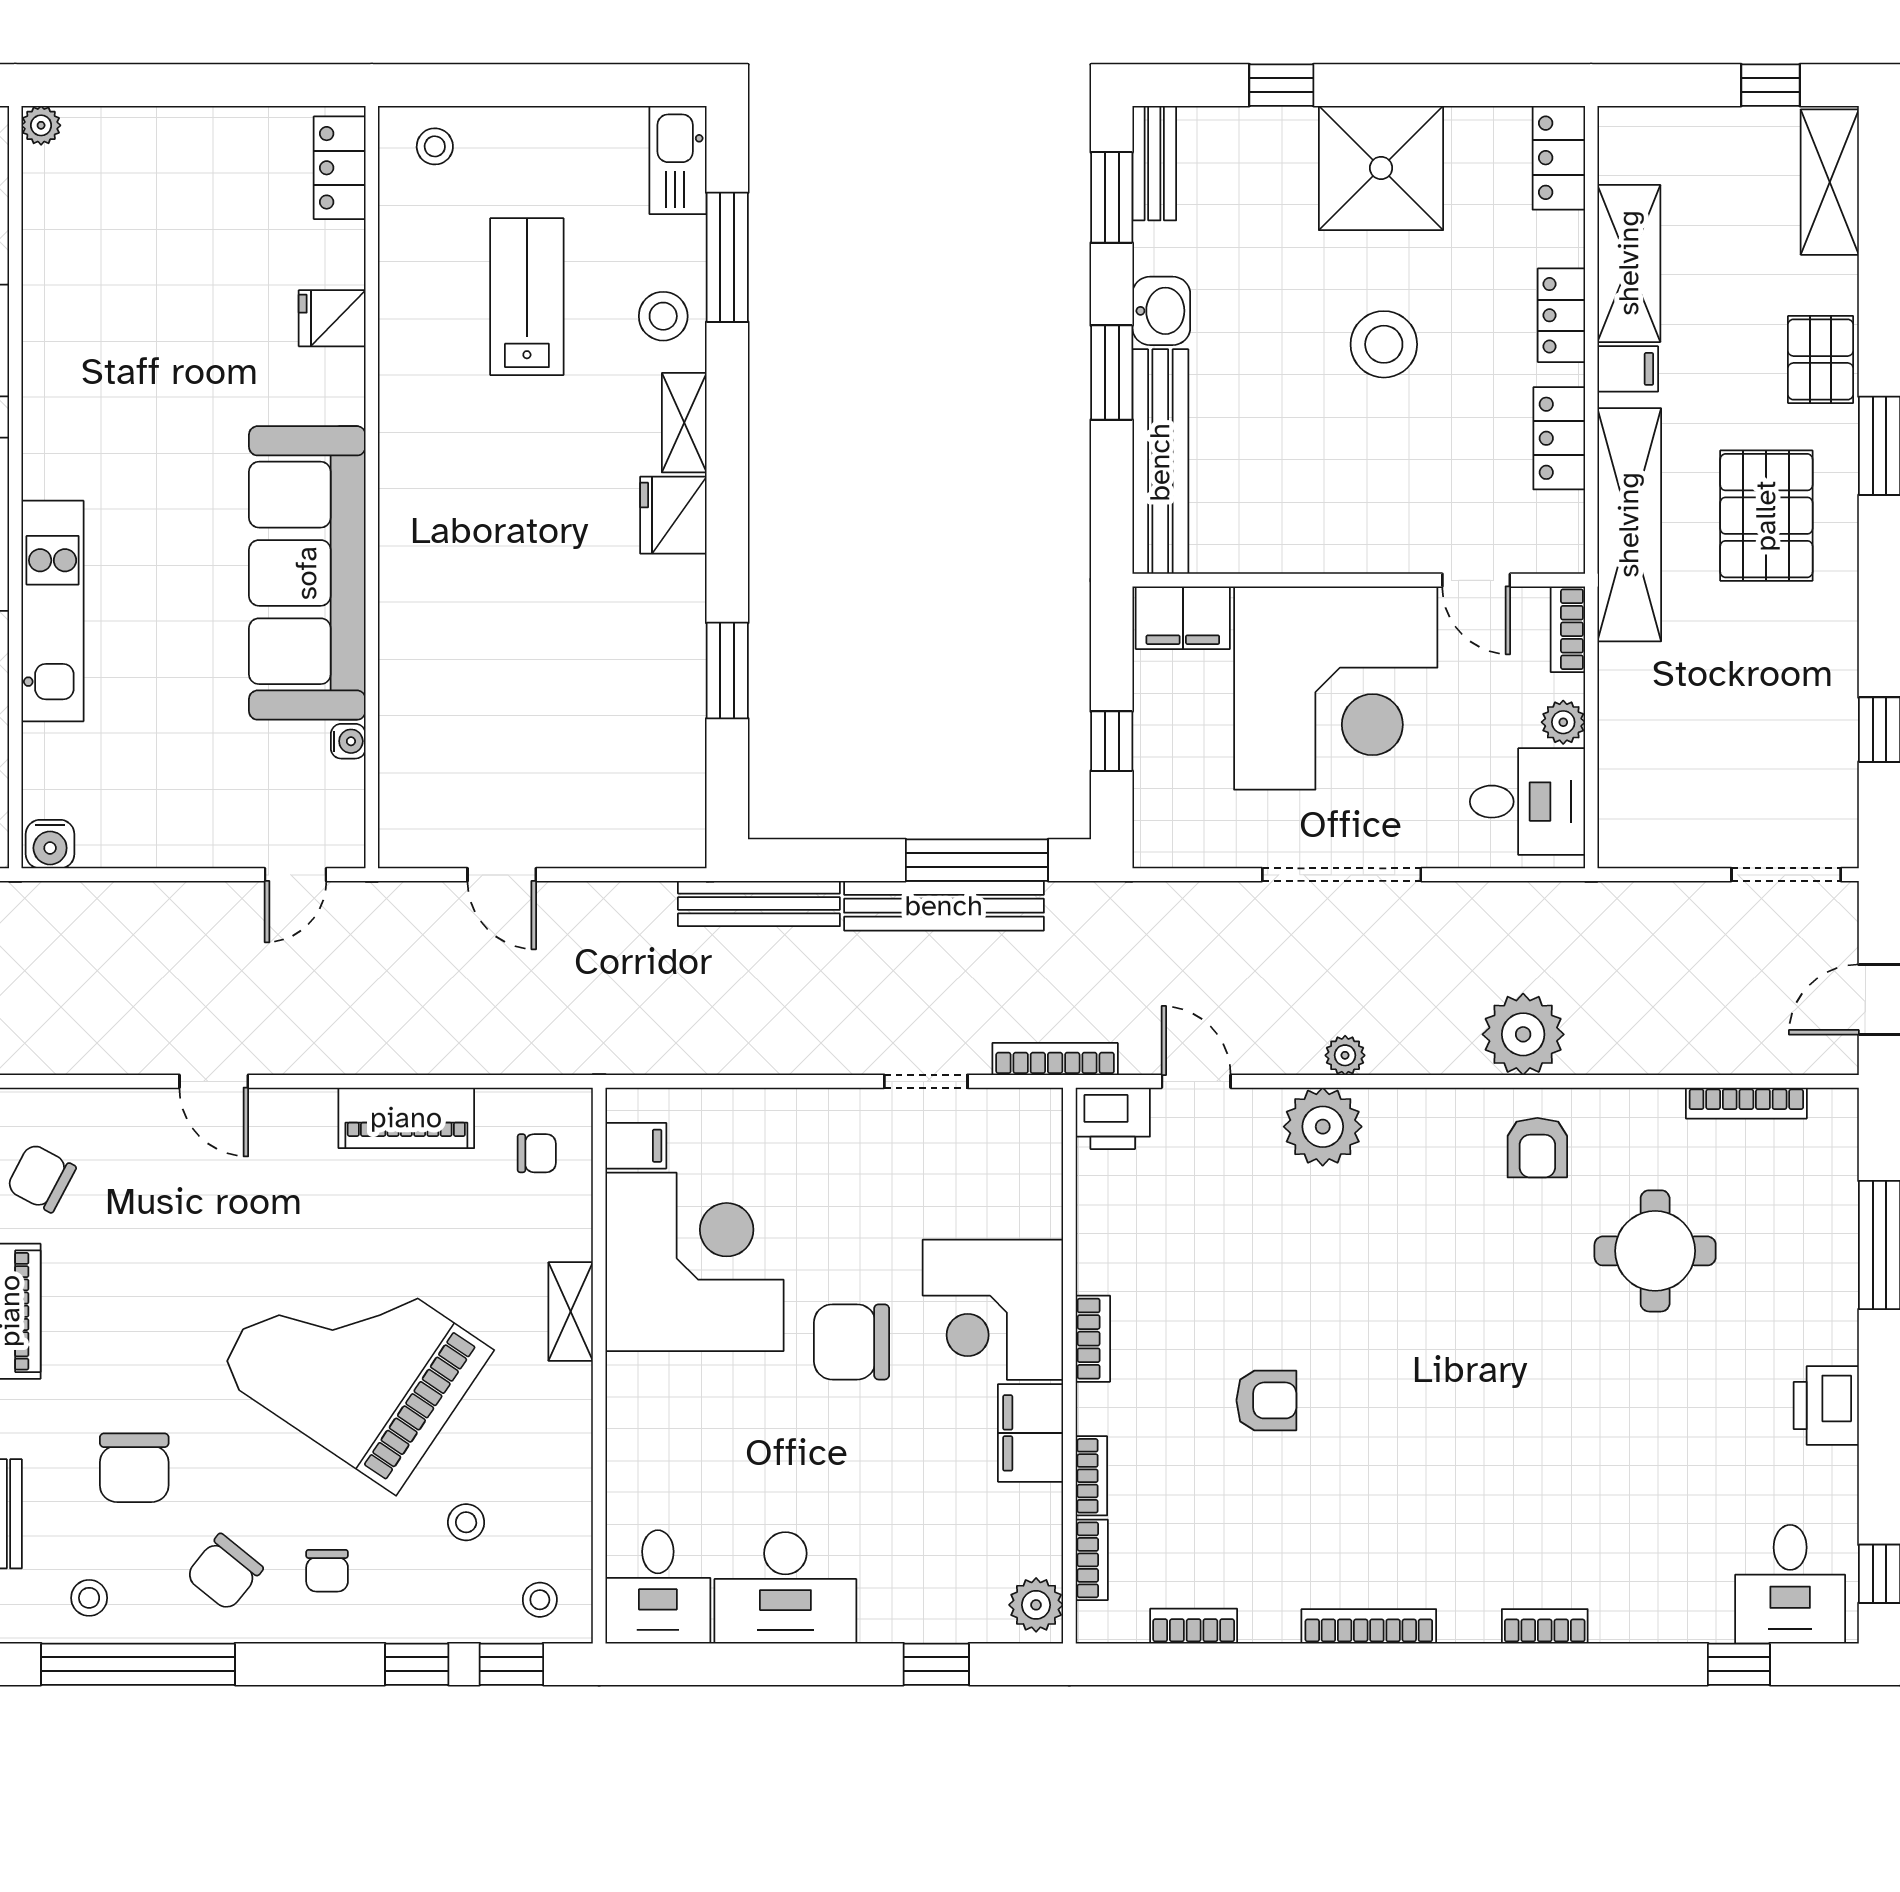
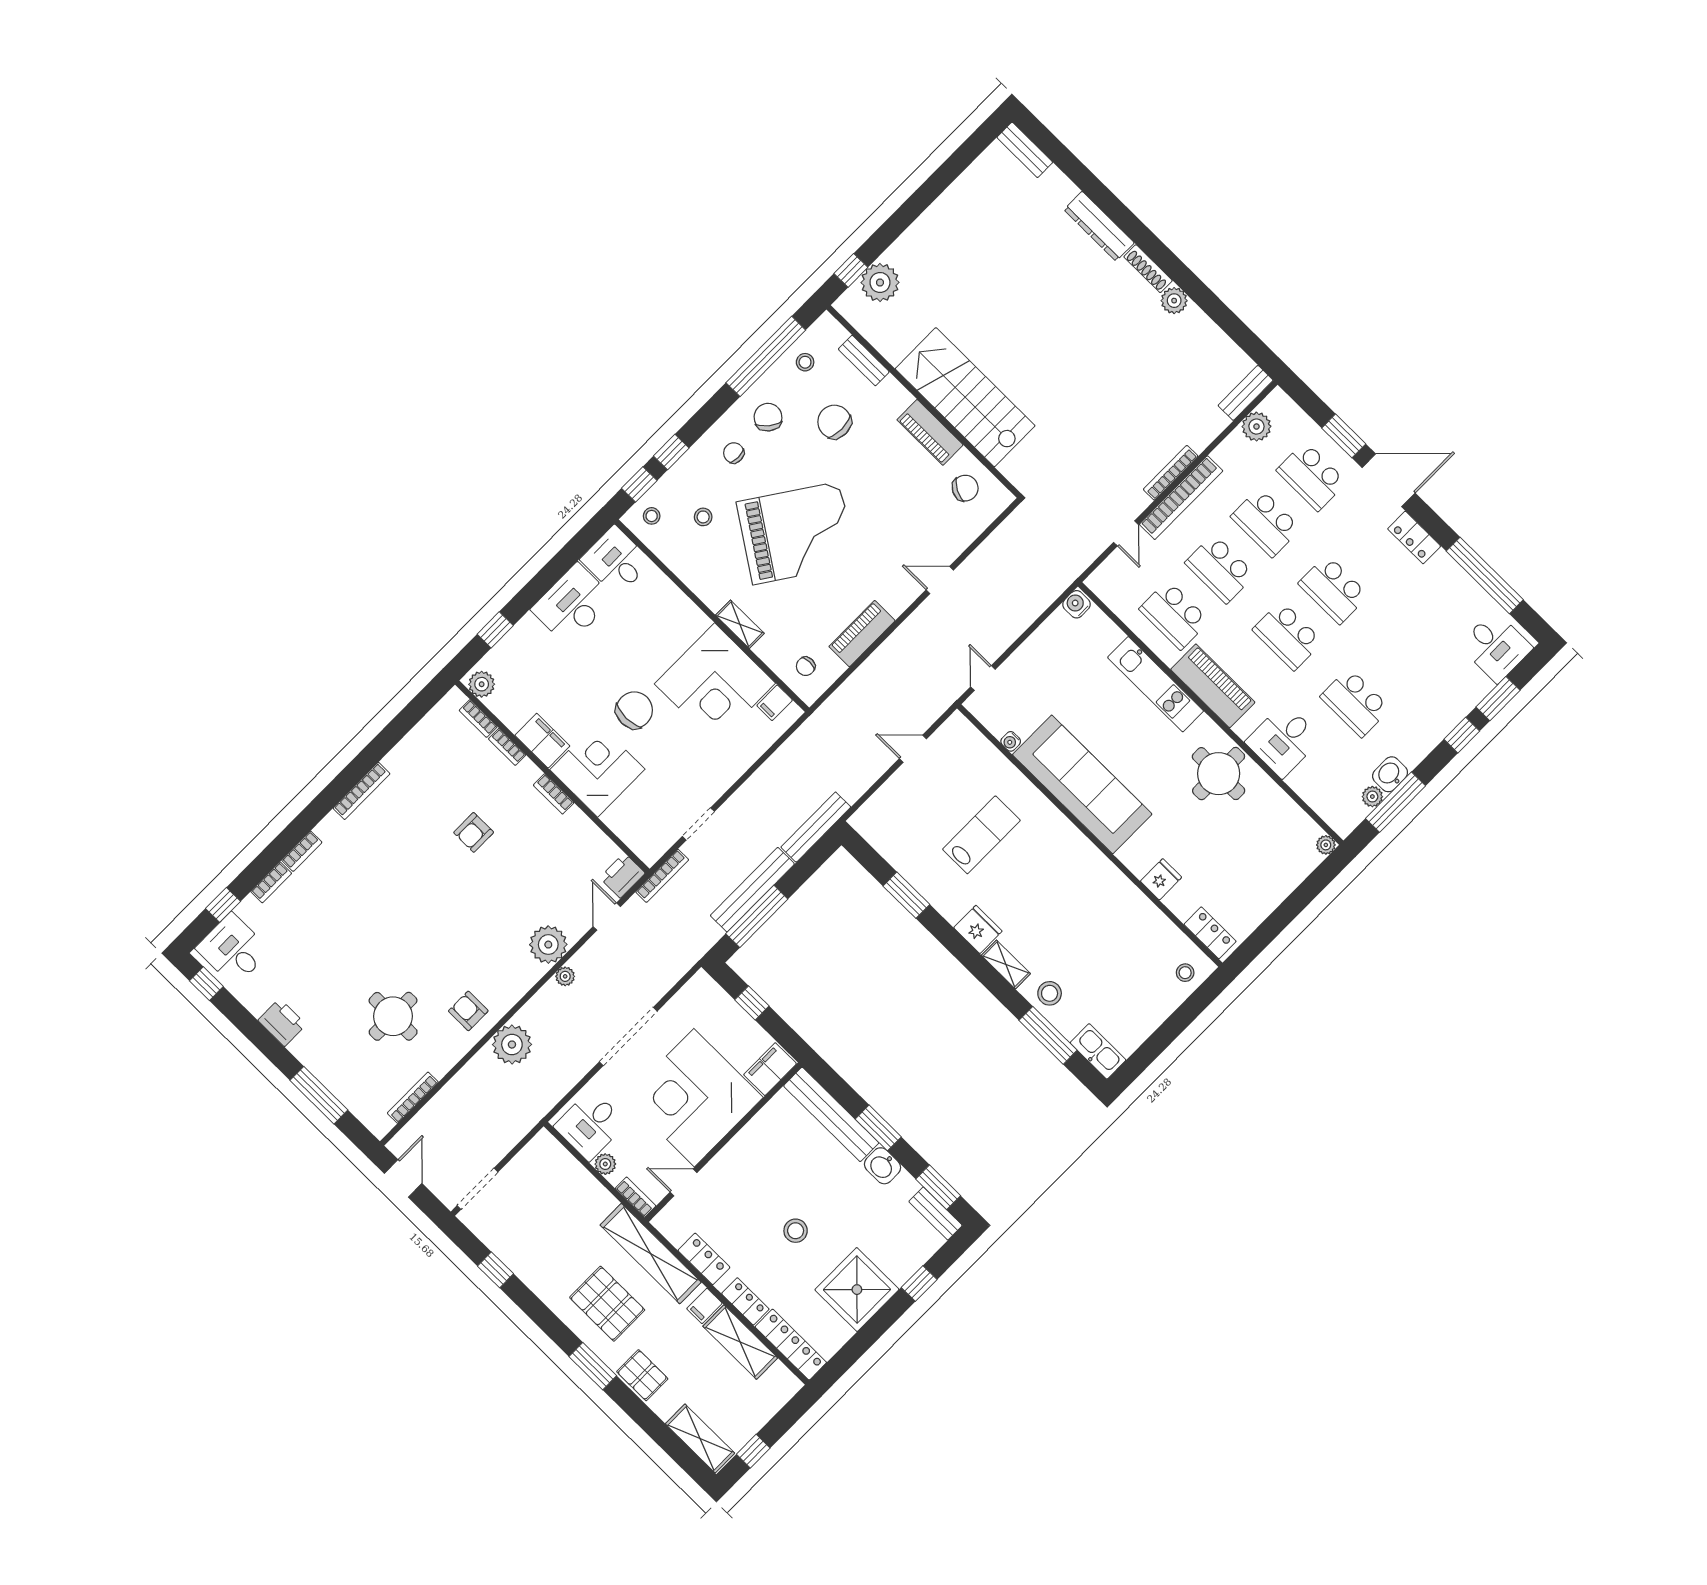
locker: (1559, 158) -> (791, 1345), width x1.53
lab bench: (527, 297) -> (981, 835), moved, turned -90
stool: (1384, 344) -> (796, 1231), width x0.73, depth x0.73
round table: (92, 388) -> (1219, 774), added
door: (1196, 1081) -> (607, 917), swing flipped
bookcase: (1194, 1626) -> (271, 882), moved

